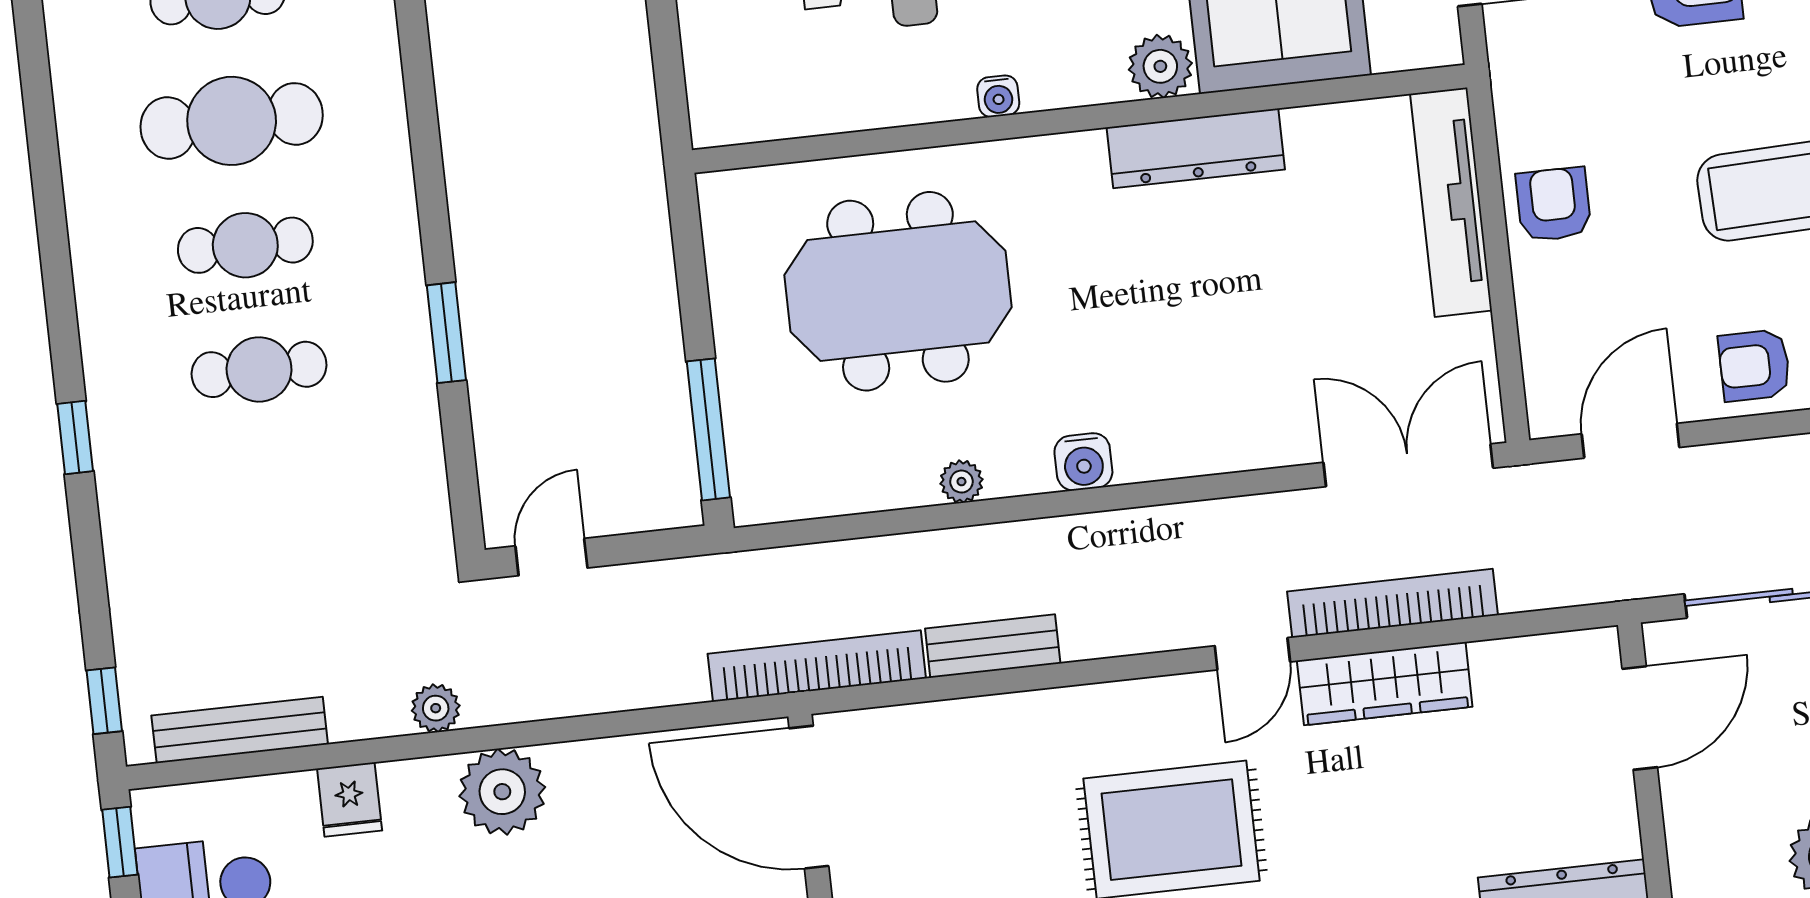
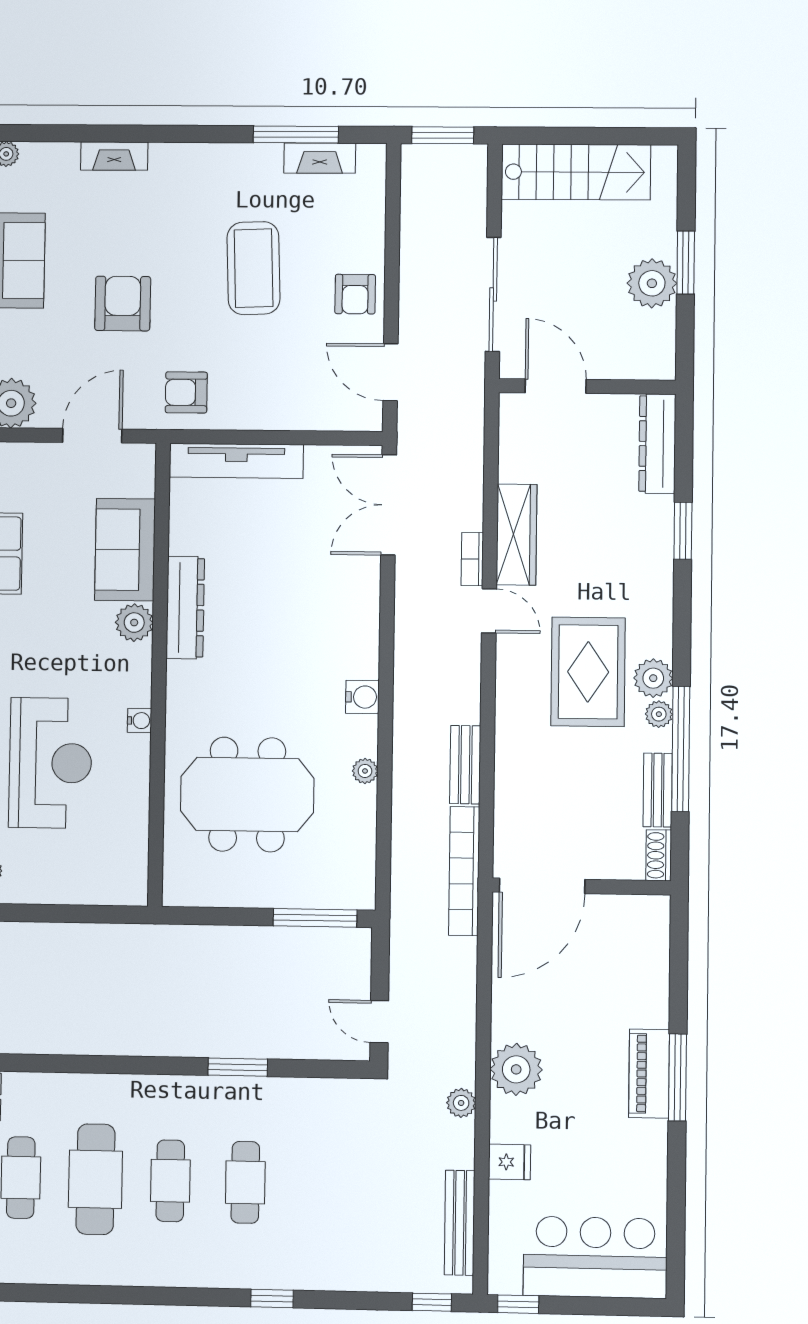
armchair: (1554, 204) -> (186, 392), moved
meeting table: (898, 291) -> (247, 795), turned 90
bookcase: (1393, 603) -> (472, 559), width x0.43, depth x0.76

